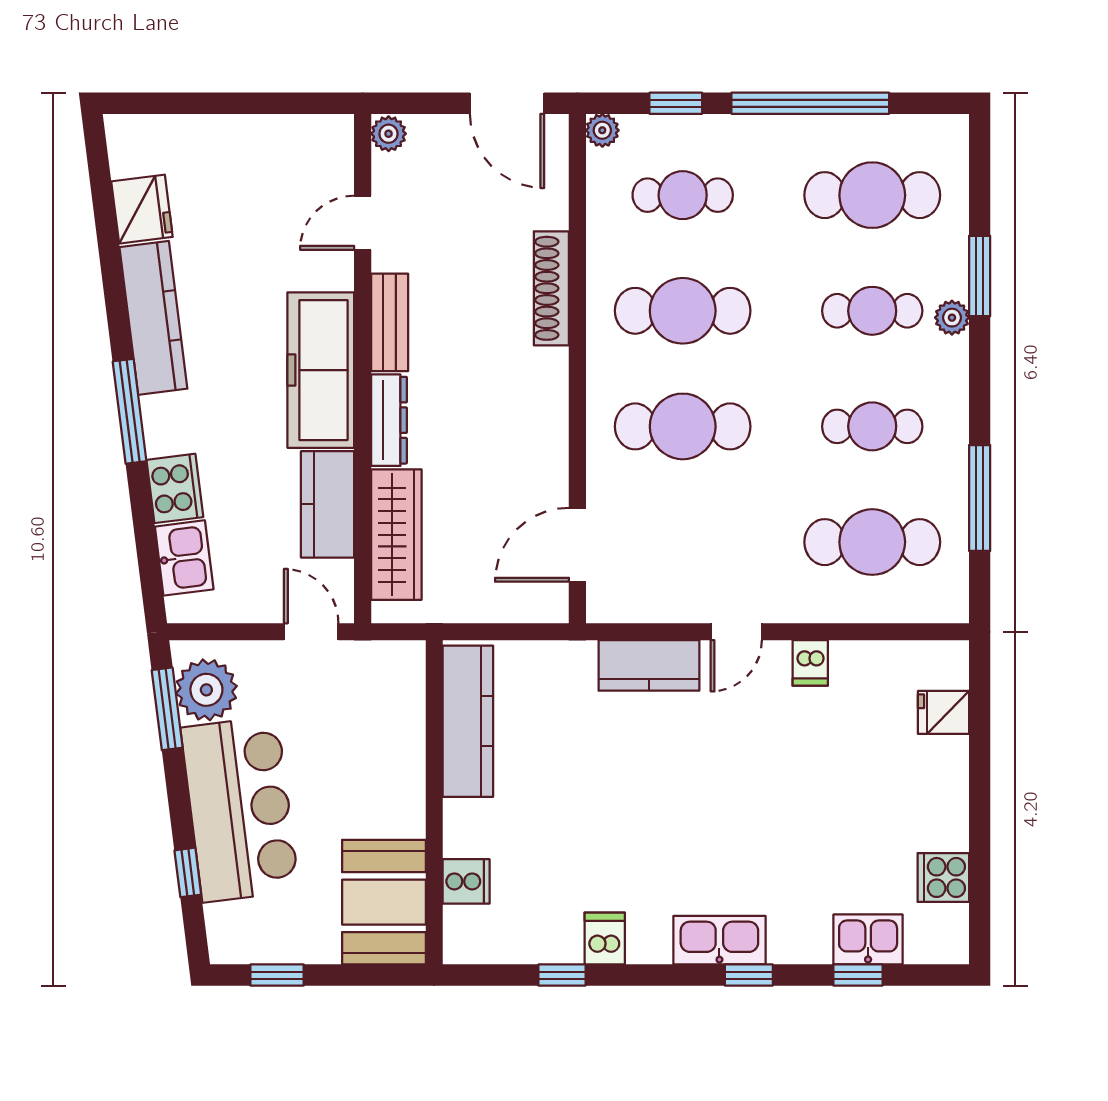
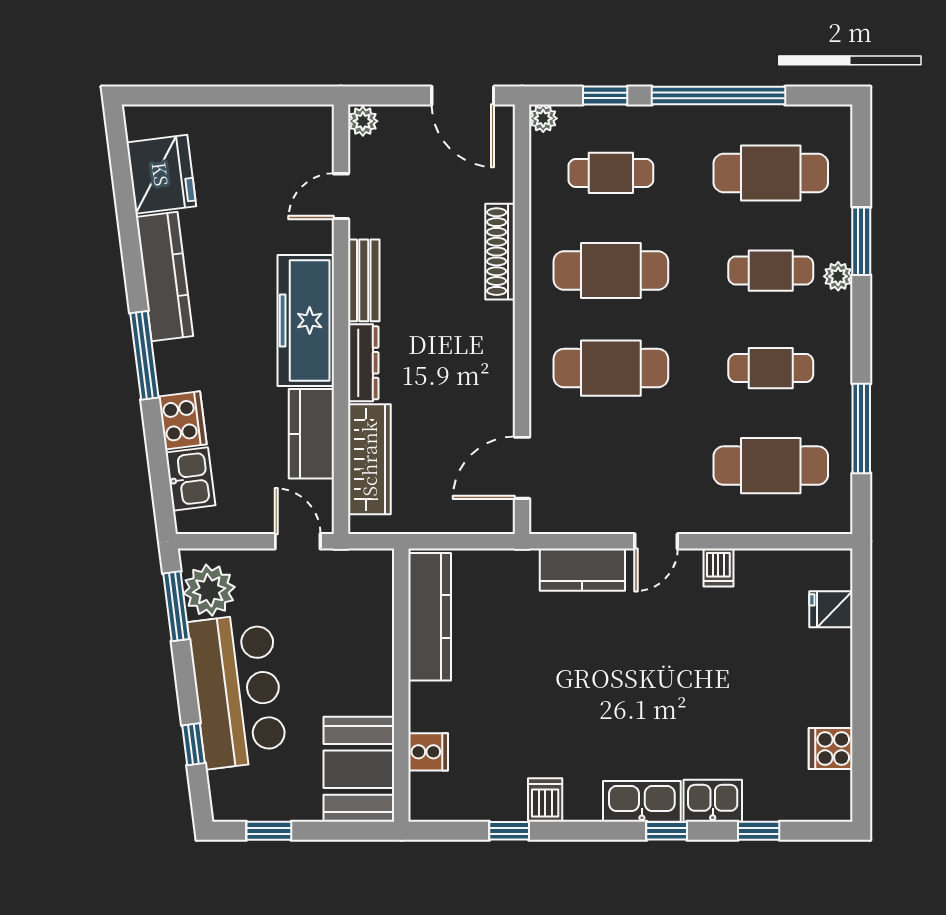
fridge: (142, 209) -> (161, 174), width x1.36, depth x1.34
kitchen sink: (868, 939) -> (713, 801), moved

